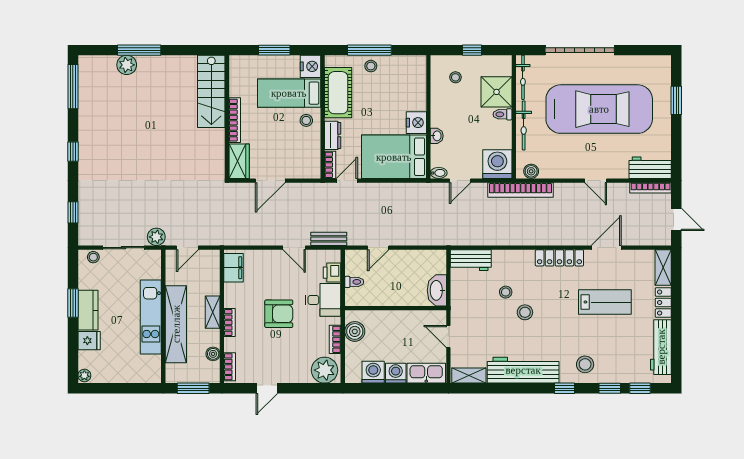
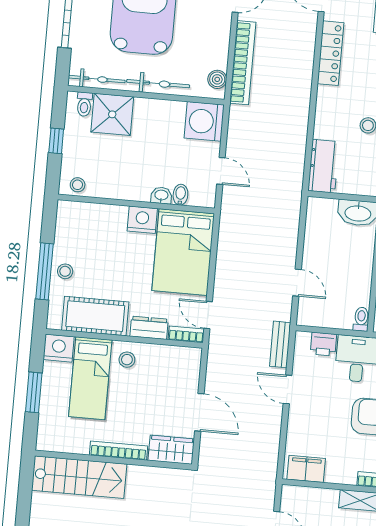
stool: (455, 77) -> (78, 185), moved
toilet: (502, 114) -> (84, 104), moved
bidet: (439, 173) -> (180, 195), moved
bookcase: (520, 190) -> (243, 63), moved
door: (294, 248) -> (287, 389), swing flipped
toilet: (354, 282) -> (361, 319), moved

